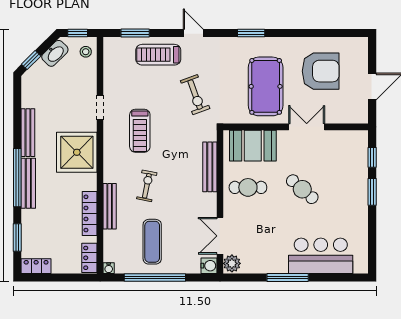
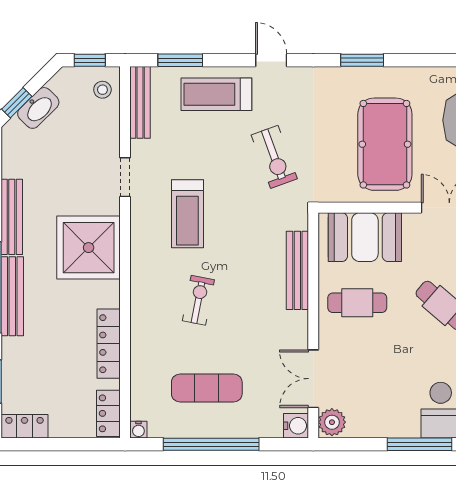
washbasin: (55, 53) -> (38, 108), moved
bench: (110, 206) -> (140, 102), moved
exercise mat: (152, 242) -> (207, 388), turned 90

